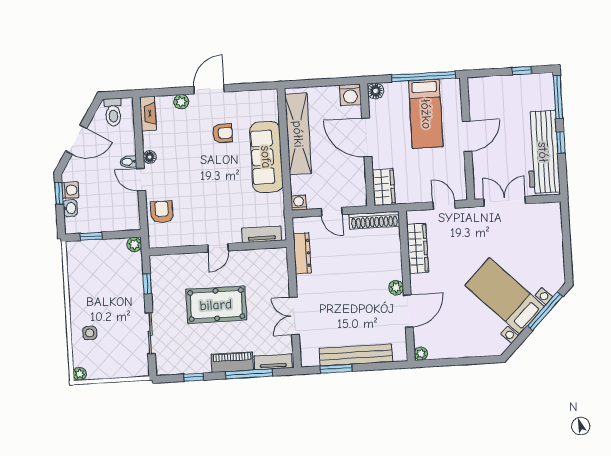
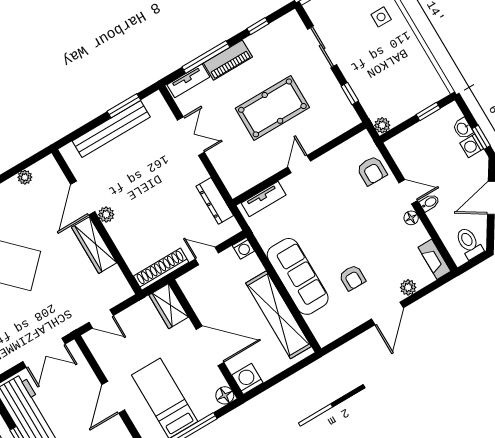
armchair: (223, 133) -> (352, 278), turned -90
wardrobe: (418, 248) -> (94, 245), moved
plant: (421, 354) -> (25, 177), moved

